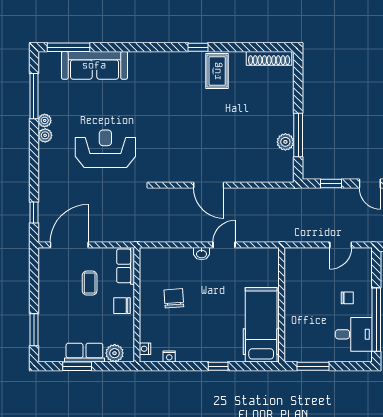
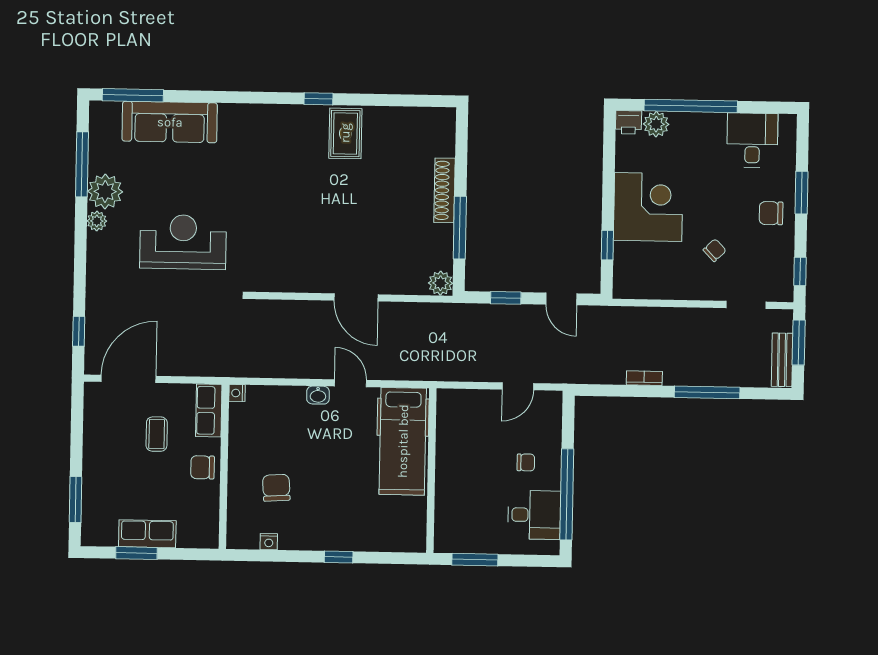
shoe rack: (269, 58) -> (445, 190), moved, turned 90
plant: (45, 120) -> (105, 192), width x1.88, depth x1.88
plant: (285, 142) -> (441, 283), moved
door: (209, 185) -> (356, 297), moved
door: (224, 245) -> (350, 383), hinge flipped
chair: (174, 298) -> (276, 488), moved
hospital bed: (261, 325) -> (403, 441), moved, turned 180
nightstand: (145, 349) -> (237, 393), moved
plant: (115, 353) -> (190, 535), removed

